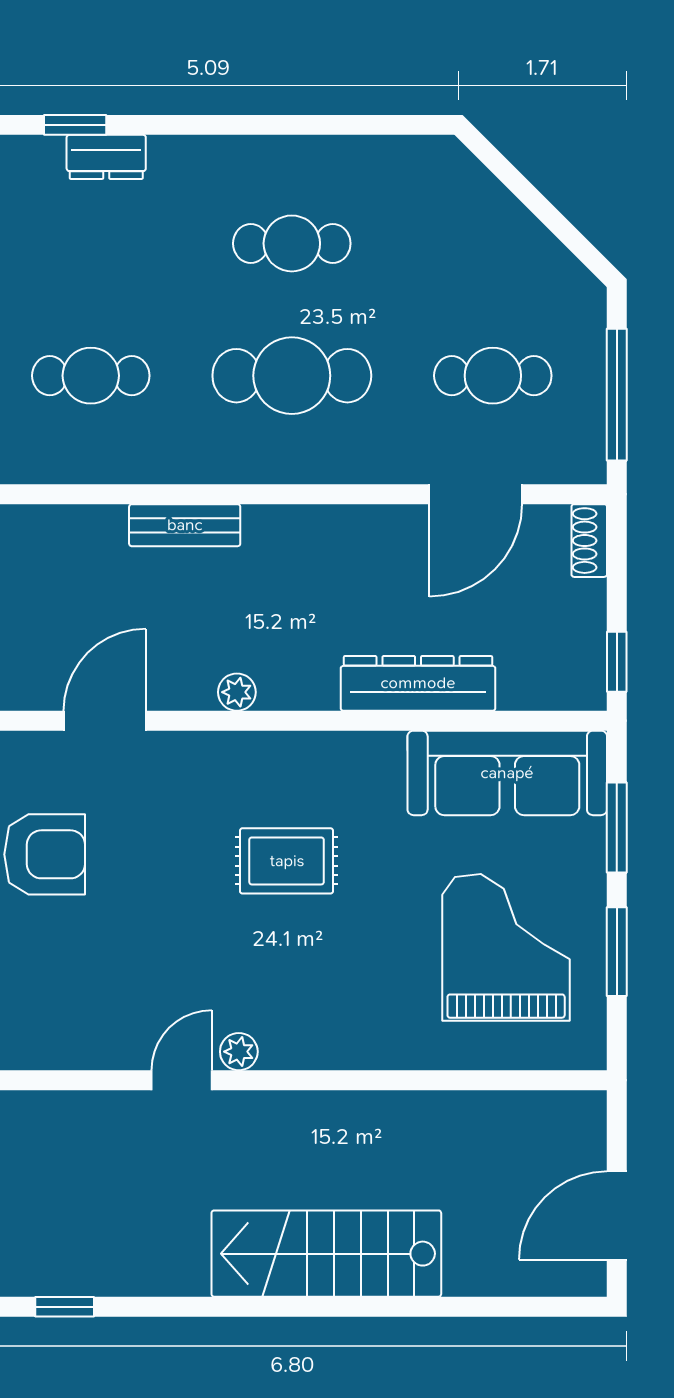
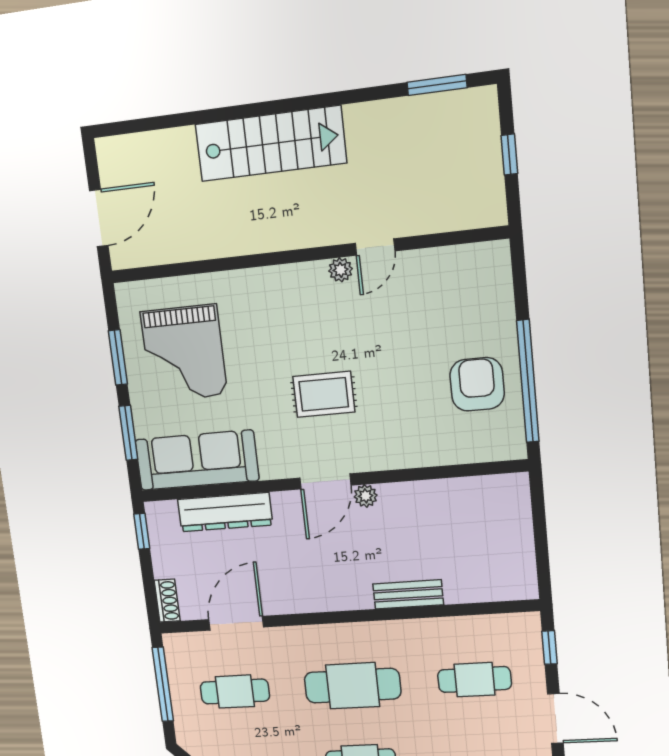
dresser: (418, 683) -> (225, 512), moved
door: (105, 721) -> (325, 482), moved
armchair: (45, 854) -> (477, 384), turned 90
door: (617, 1216) -> (99, 218), moved
window: (65, 1307) -> (437, 85), width x1.50

